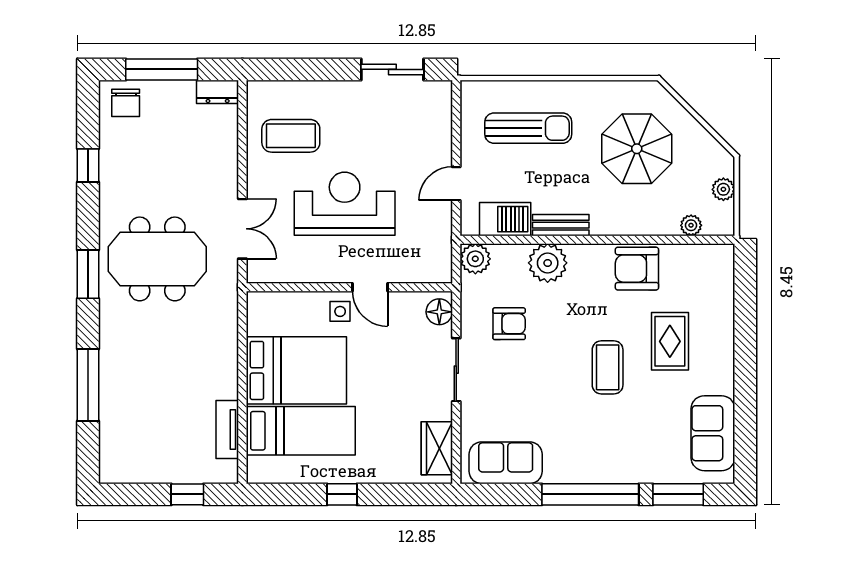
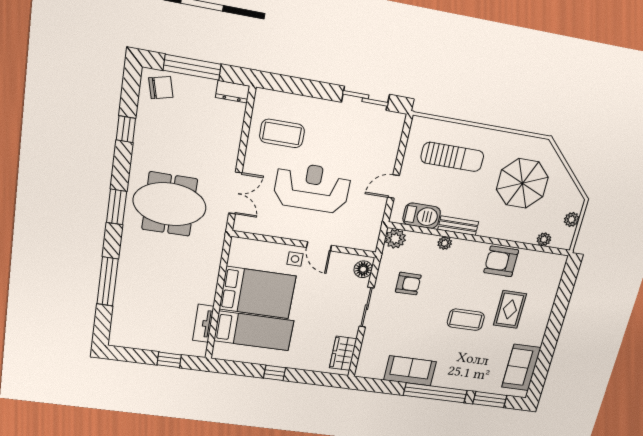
chair: (126, 103) -> (161, 88), turned -104
plant: (548, 263) -> (445, 243), width x0.53, depth x0.53
coffee table: (608, 367) -> (466, 320), turned 90
sofa: (506, 463) -> (410, 371), moved

